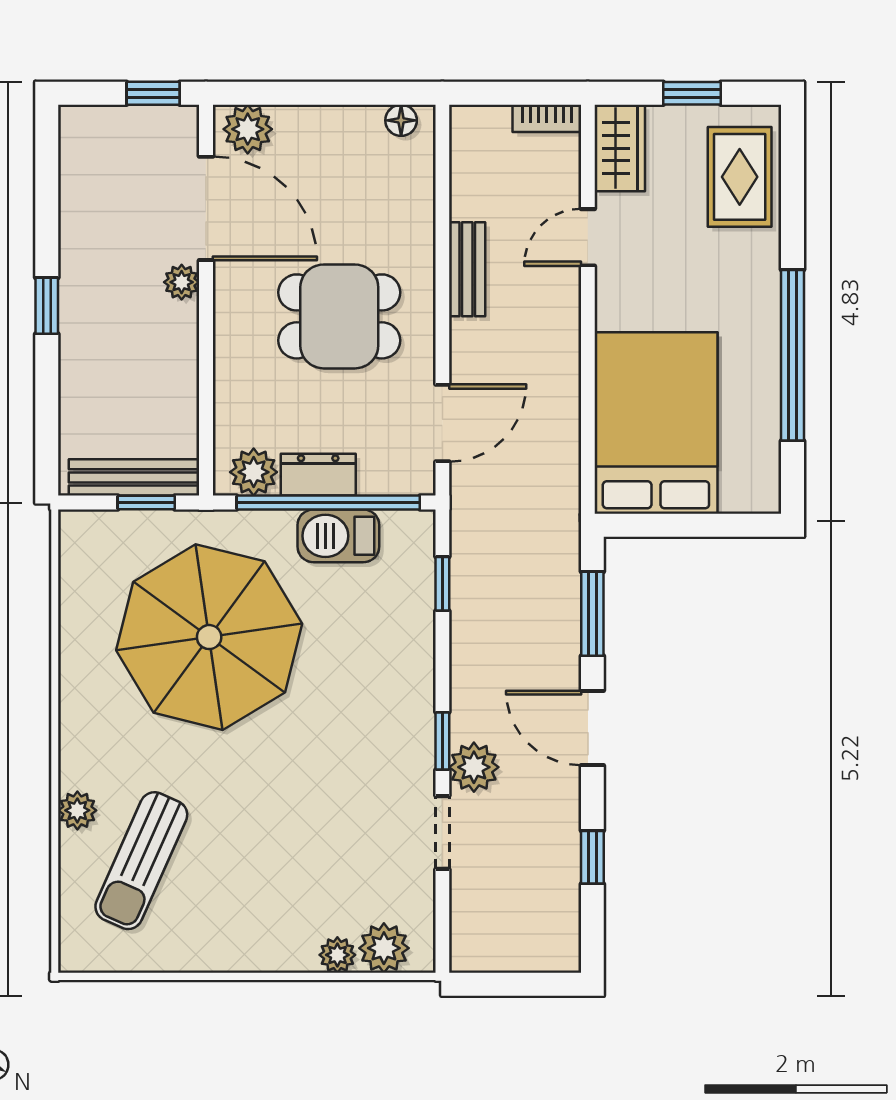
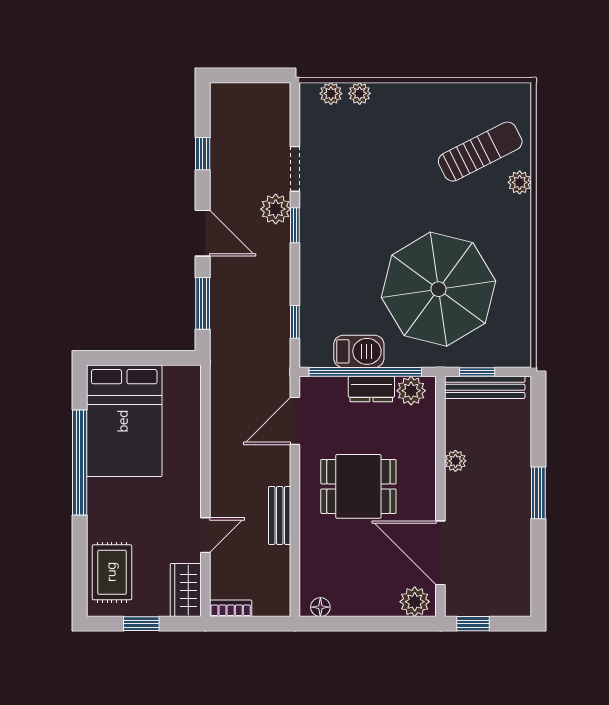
plant: (182, 282) -> (455, 461), moved
window: (47, 306) -> (538, 493), width x1.50
bed: (656, 423) -> (124, 421), moved
sun lounger: (141, 861) -> (480, 152), turned 39
plant: (384, 948) -> (331, 94), width x0.73, depth x0.73

